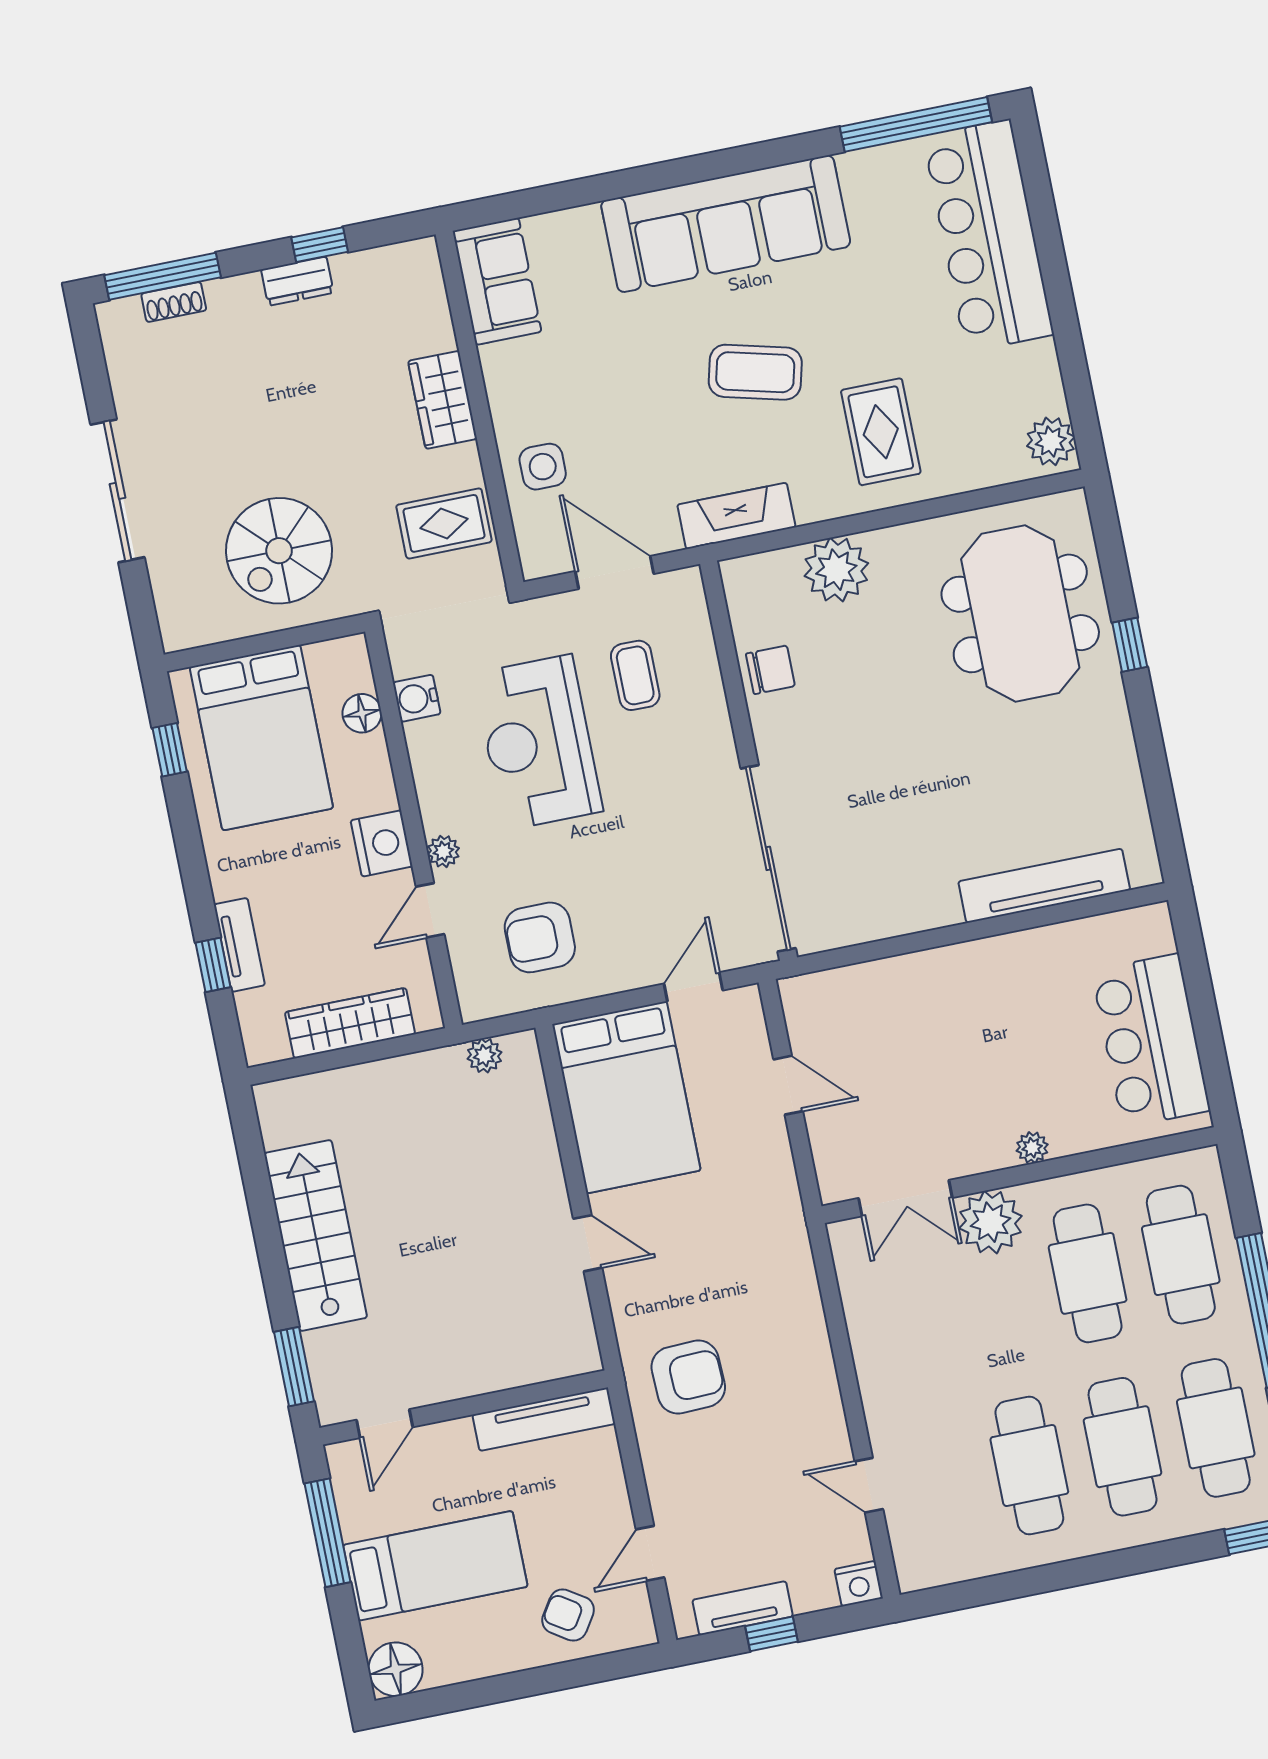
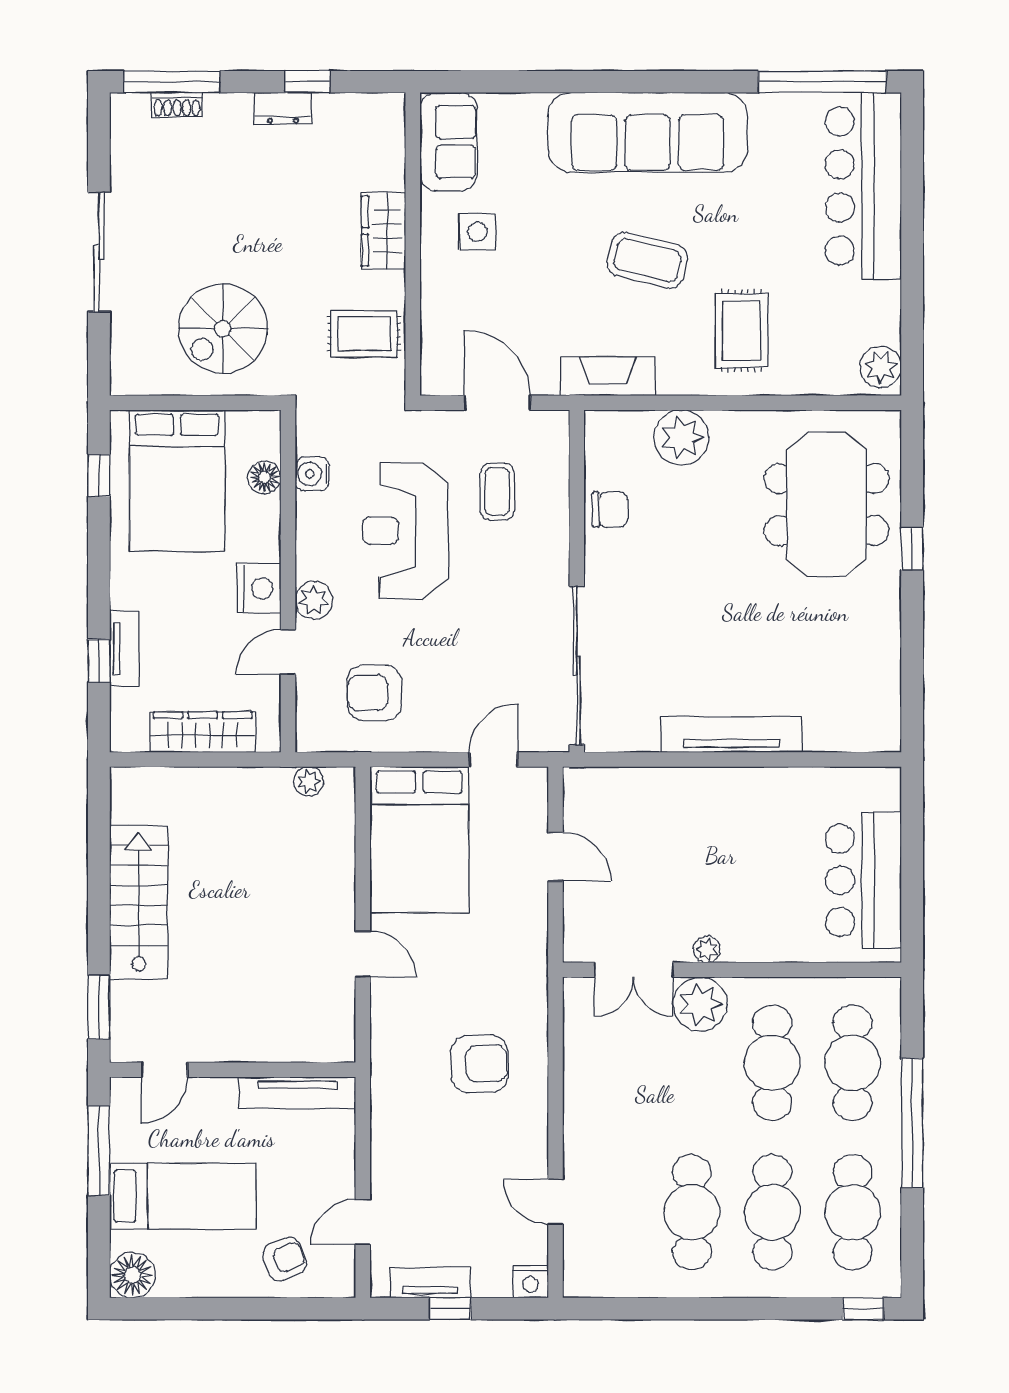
side table: (543, 467) -> (477, 232), moved
plant: (443, 851) -> (314, 600), width x1.38, depth x1.38
tv unit: (1044, 886) -> (731, 734), moved
plant: (1032, 1148) -> (707, 949), moved
armchair: (688, 1377) -> (479, 1064), moved
armchair: (568, 1615) -> (284, 1259), turned 125

